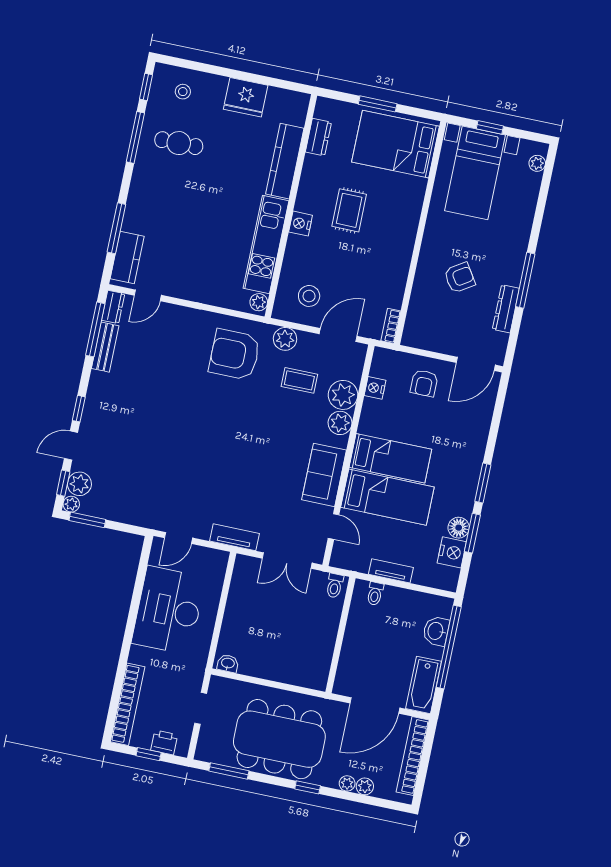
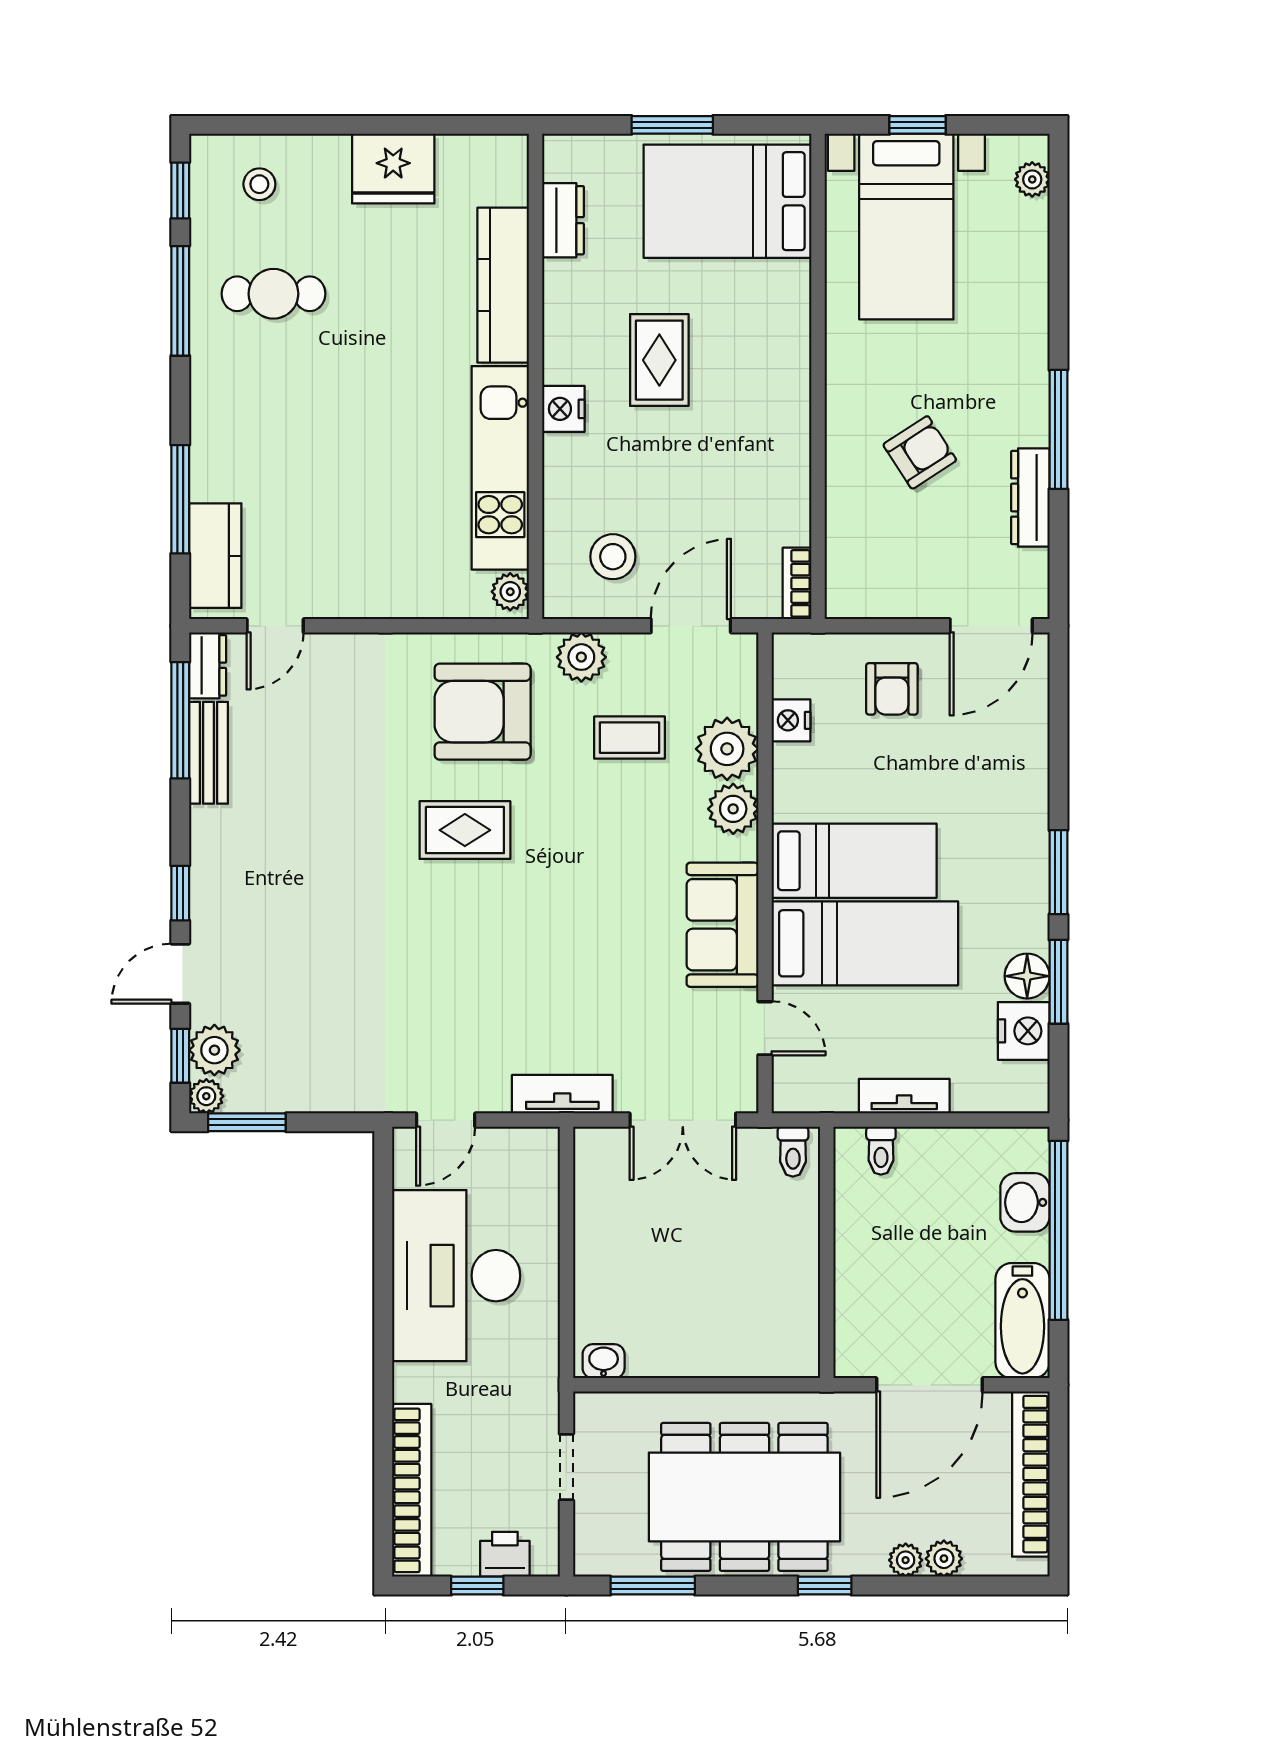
rug: (215, 407) -> (465, 830), added

